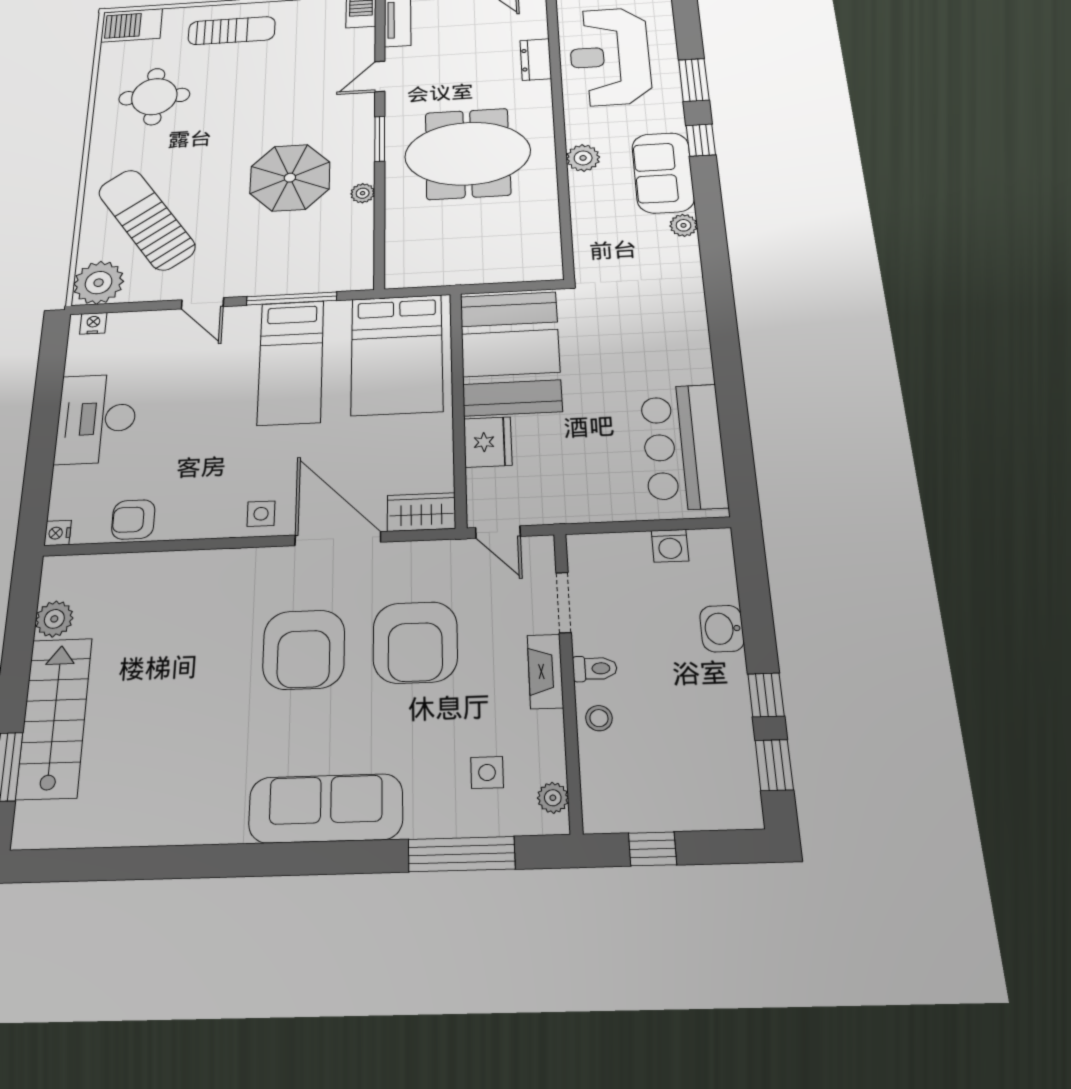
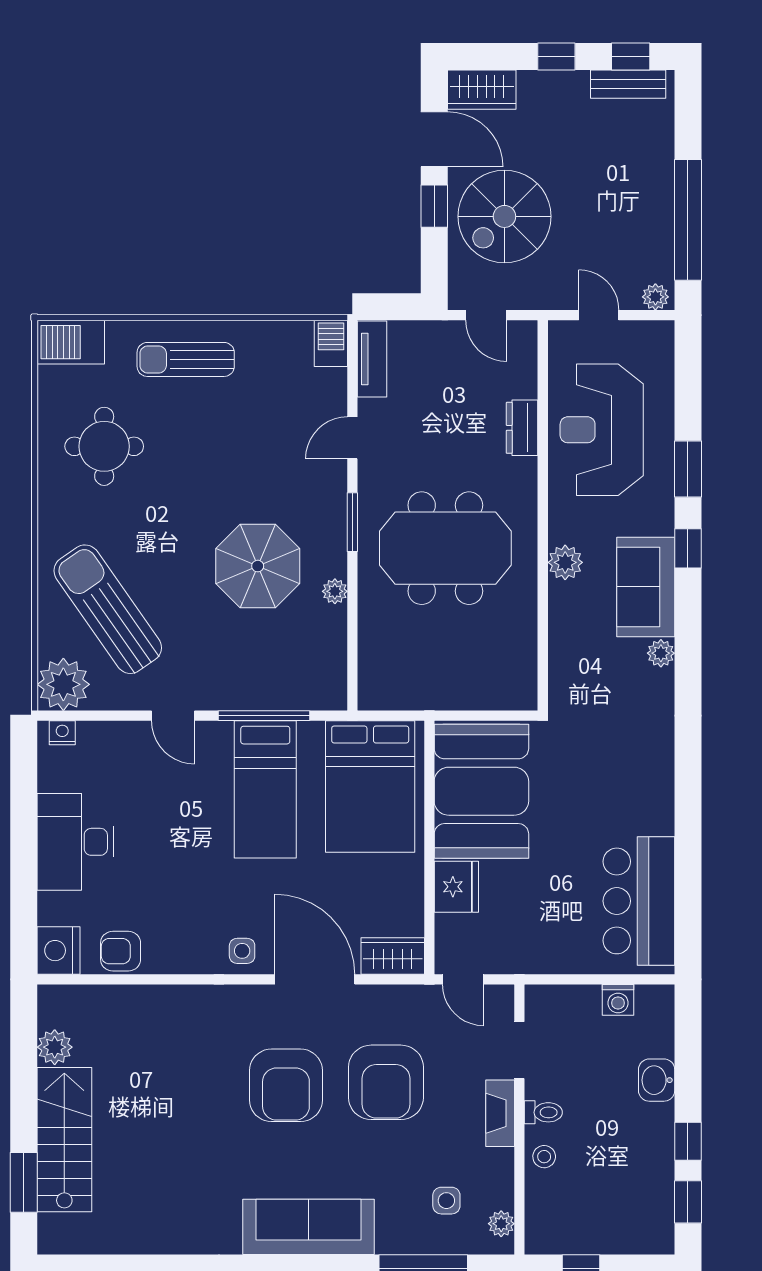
sun lounger: (232, 31) -> (186, 359), turned 180
nightstand: (58, 533) -> (58, 951), width x1.89, depth x1.79

